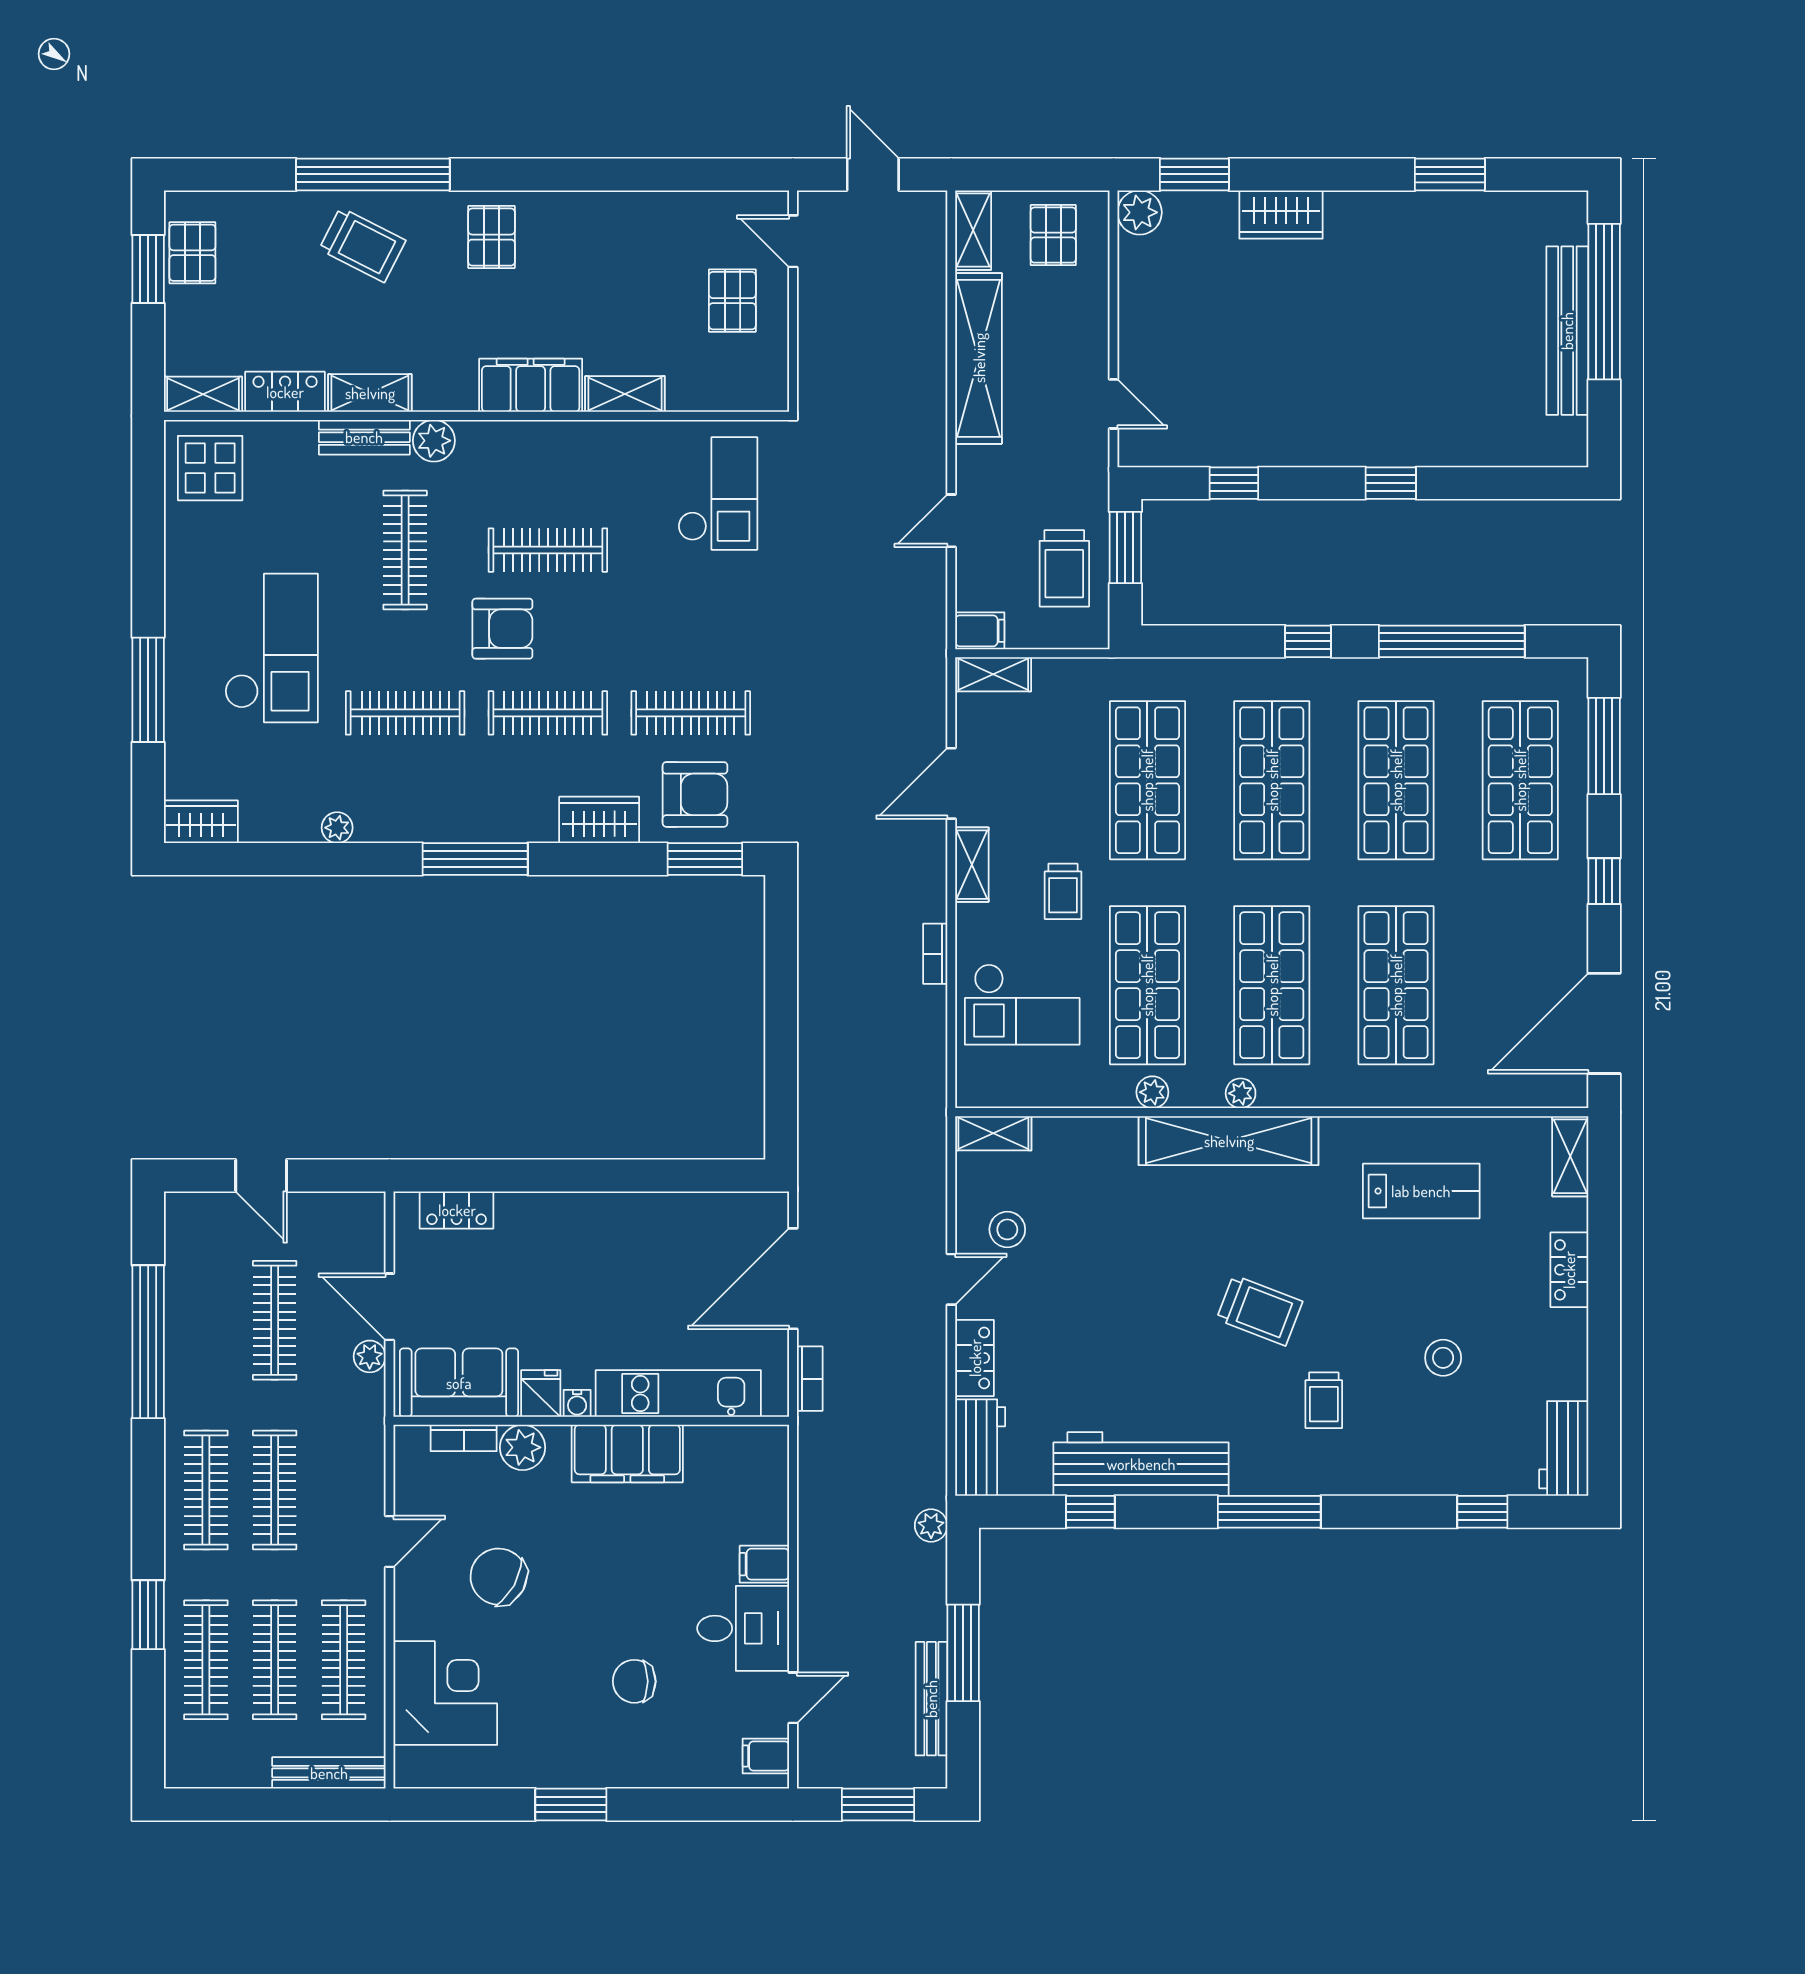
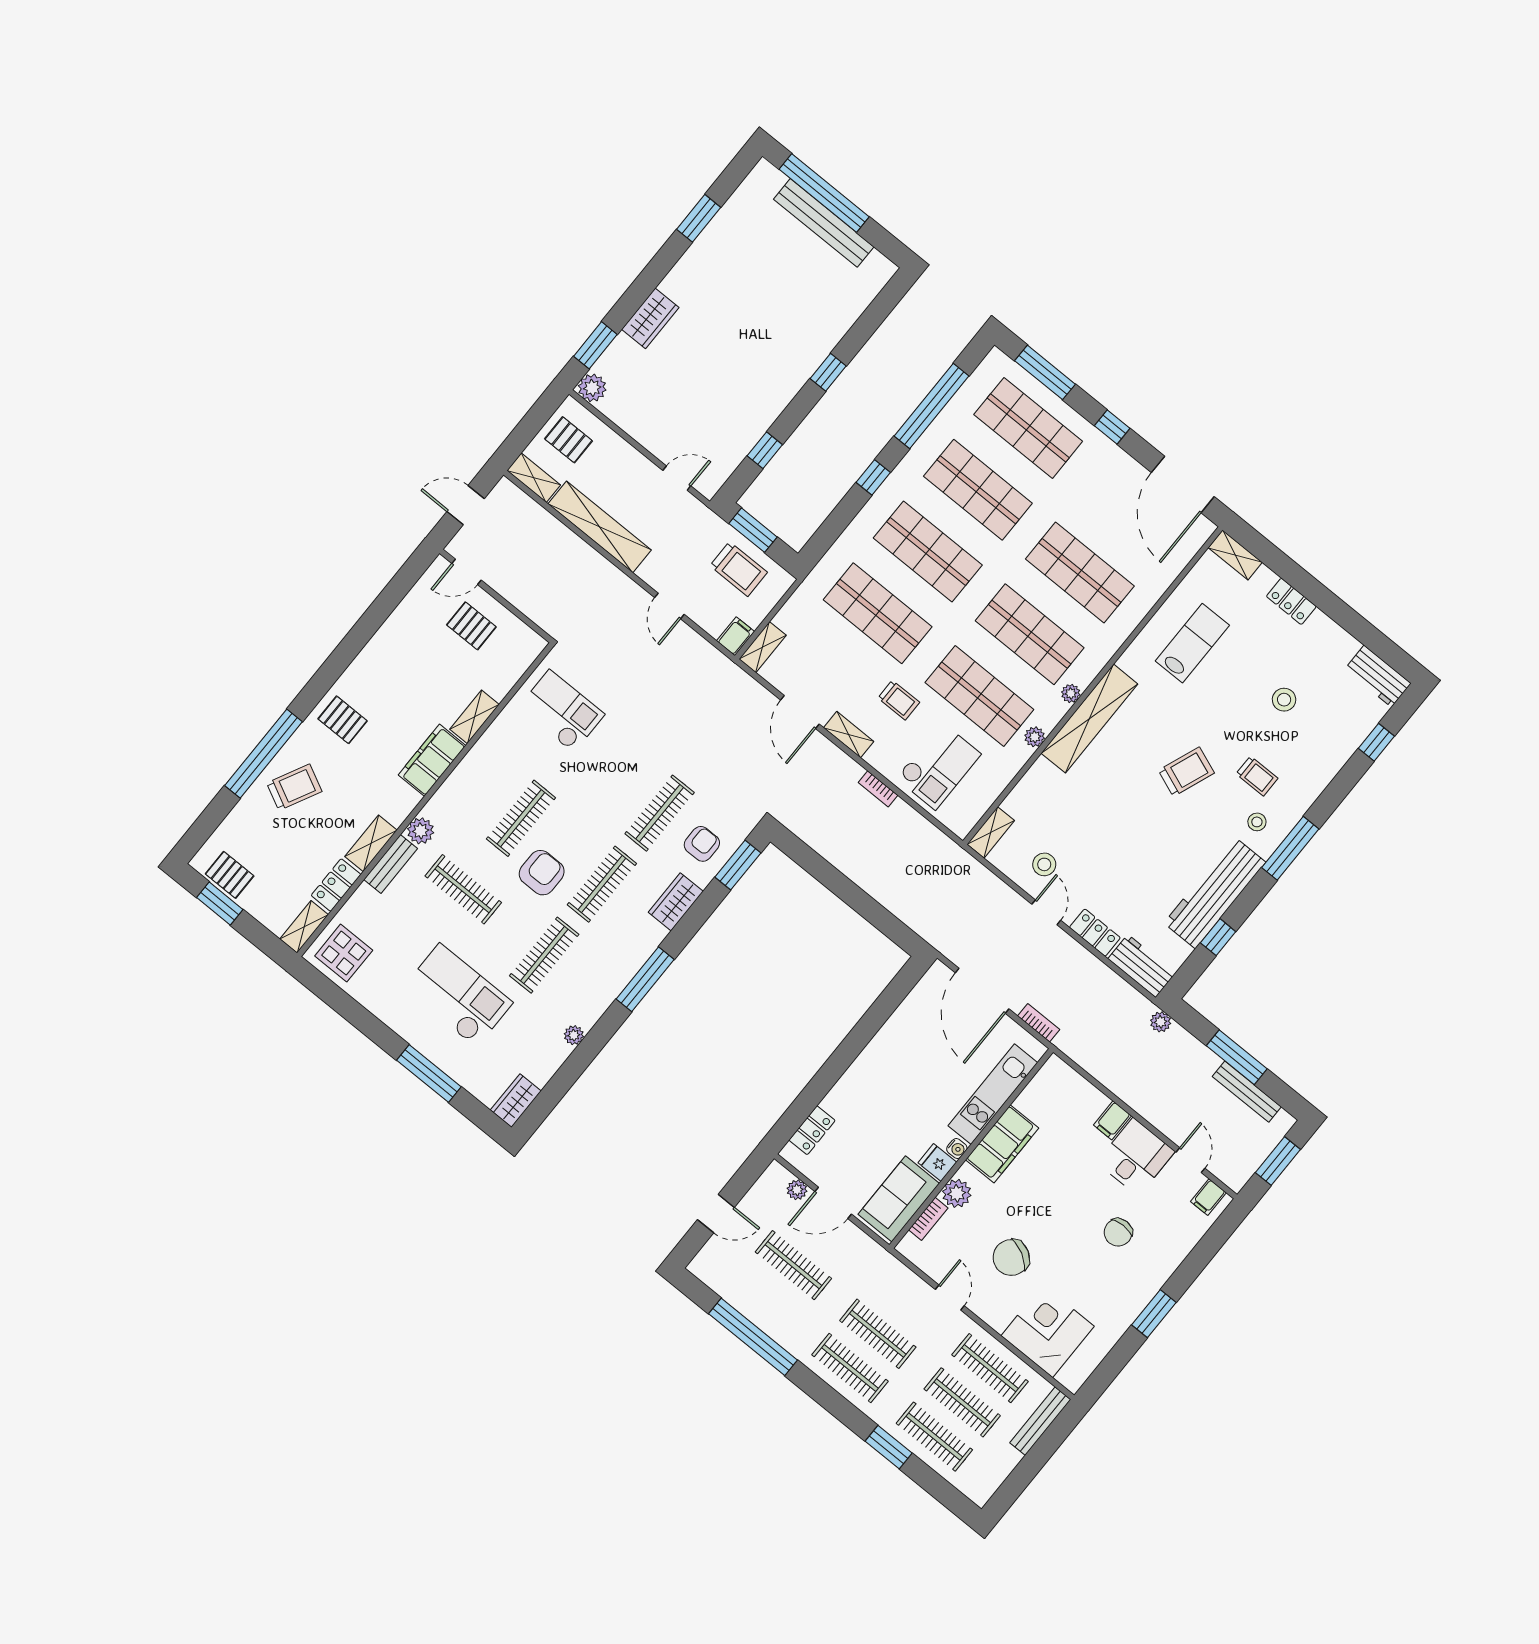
armchair: (695, 794) -> (702, 844), width x0.72, depth x0.72
plant: (370, 1356) -> (797, 1190), moved
stool: (1268, 1445) -> (1257, 822), added

